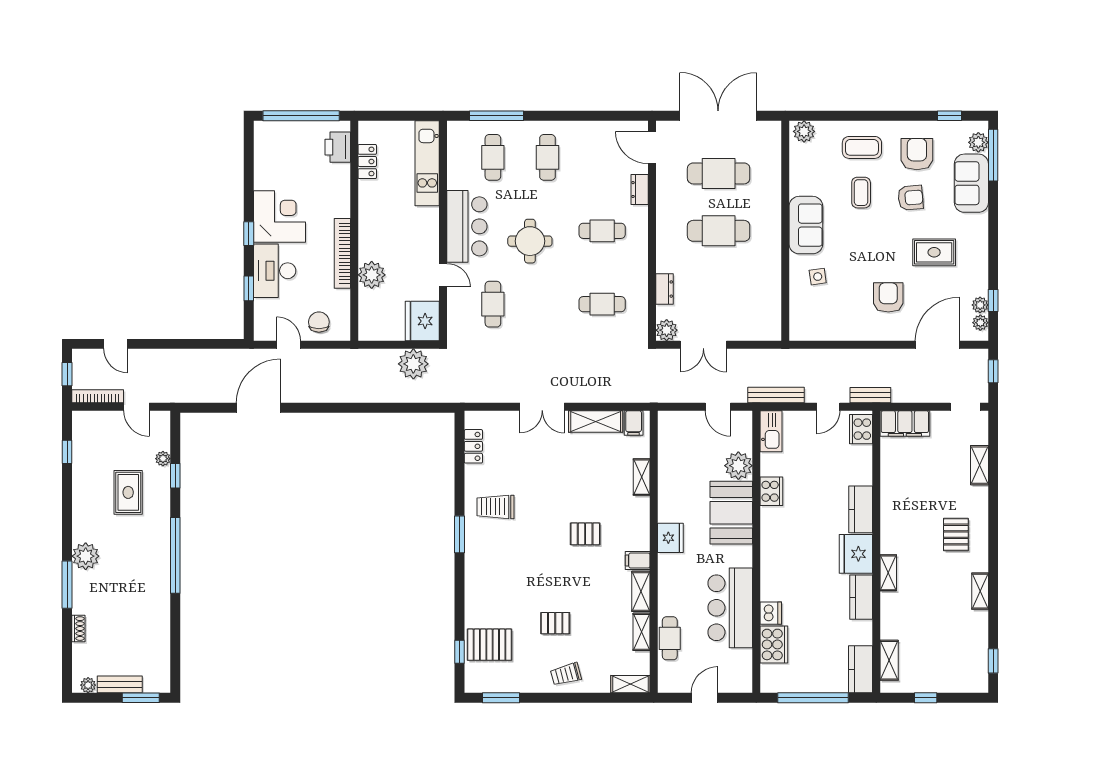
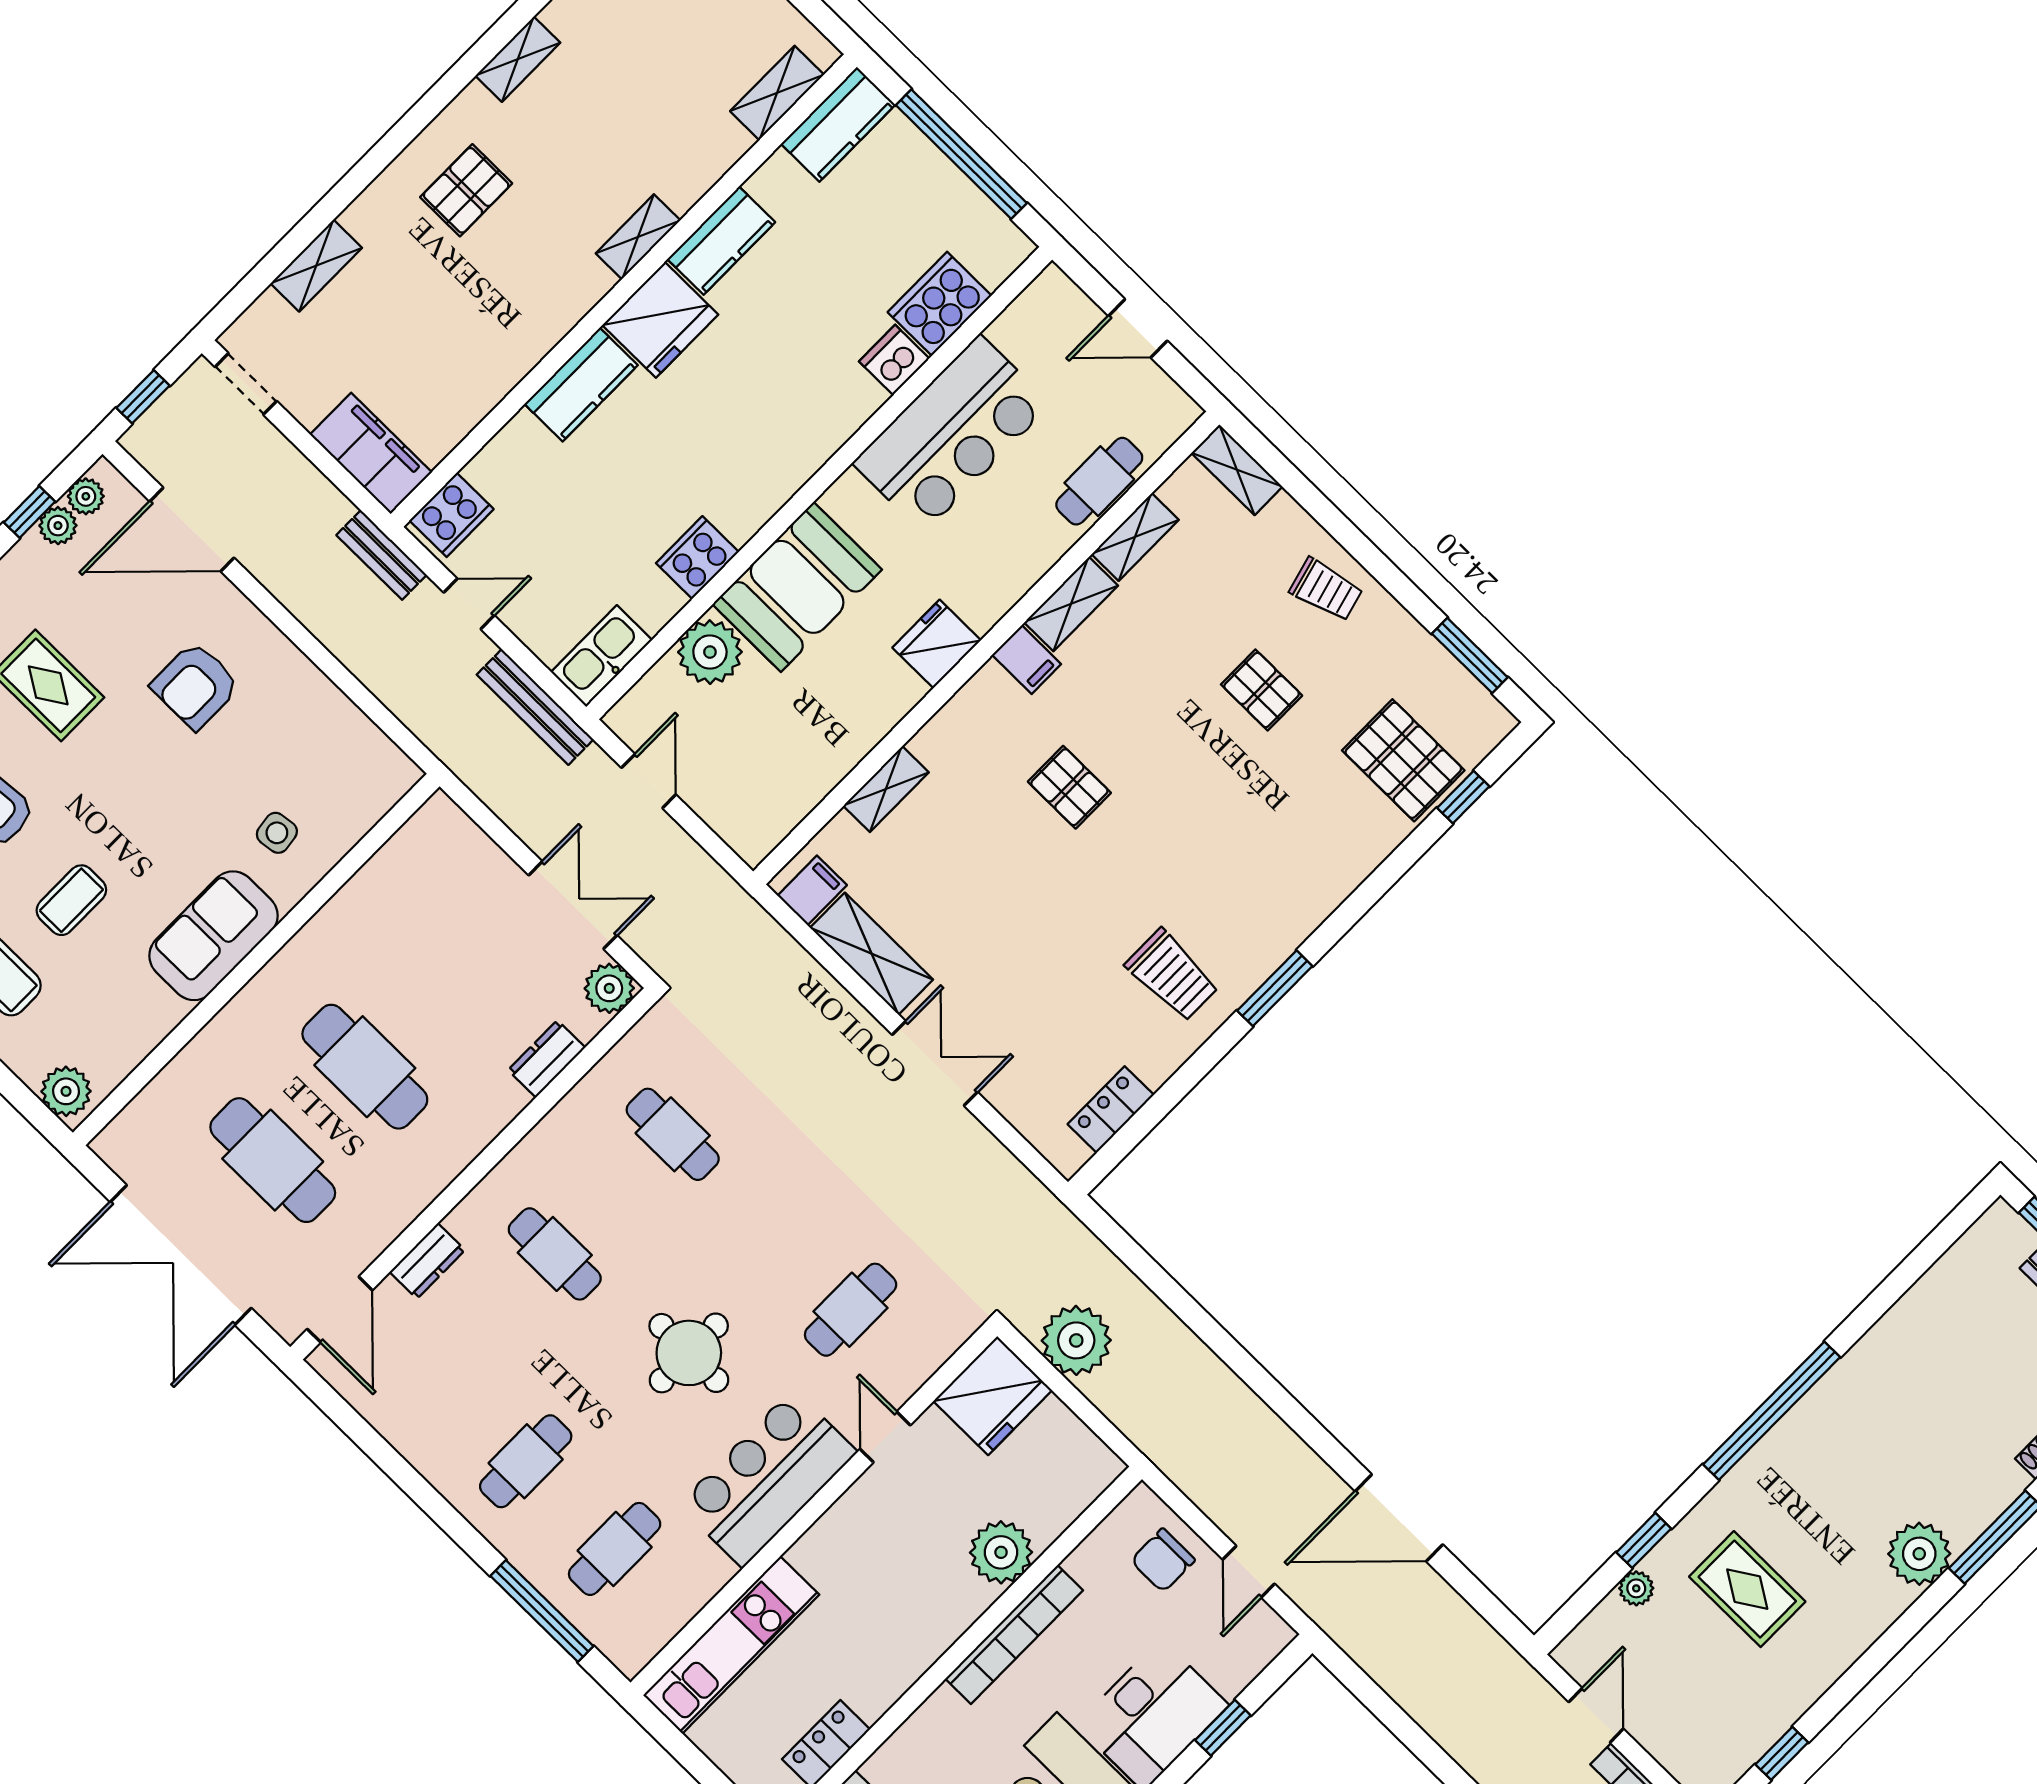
rug: (128, 492) -> (1747, 1589), turned 90

